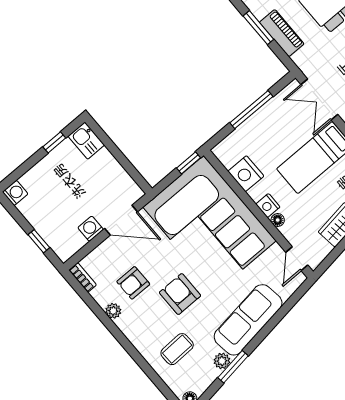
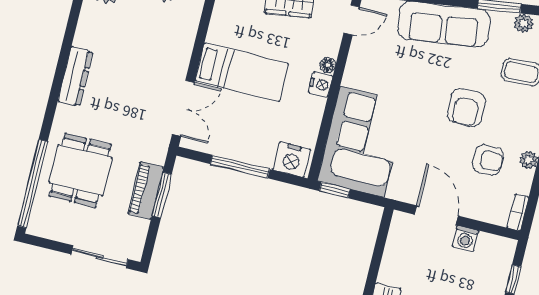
window: (258, 28) -> (162, 195), moved
nightstand: (246, 174) -> (292, 160), moved, turned 90
corner sofa: (210, 224) -> (362, 142), width x0.73, depth x0.74
plant: (222, 361) -> (524, 23), moved

